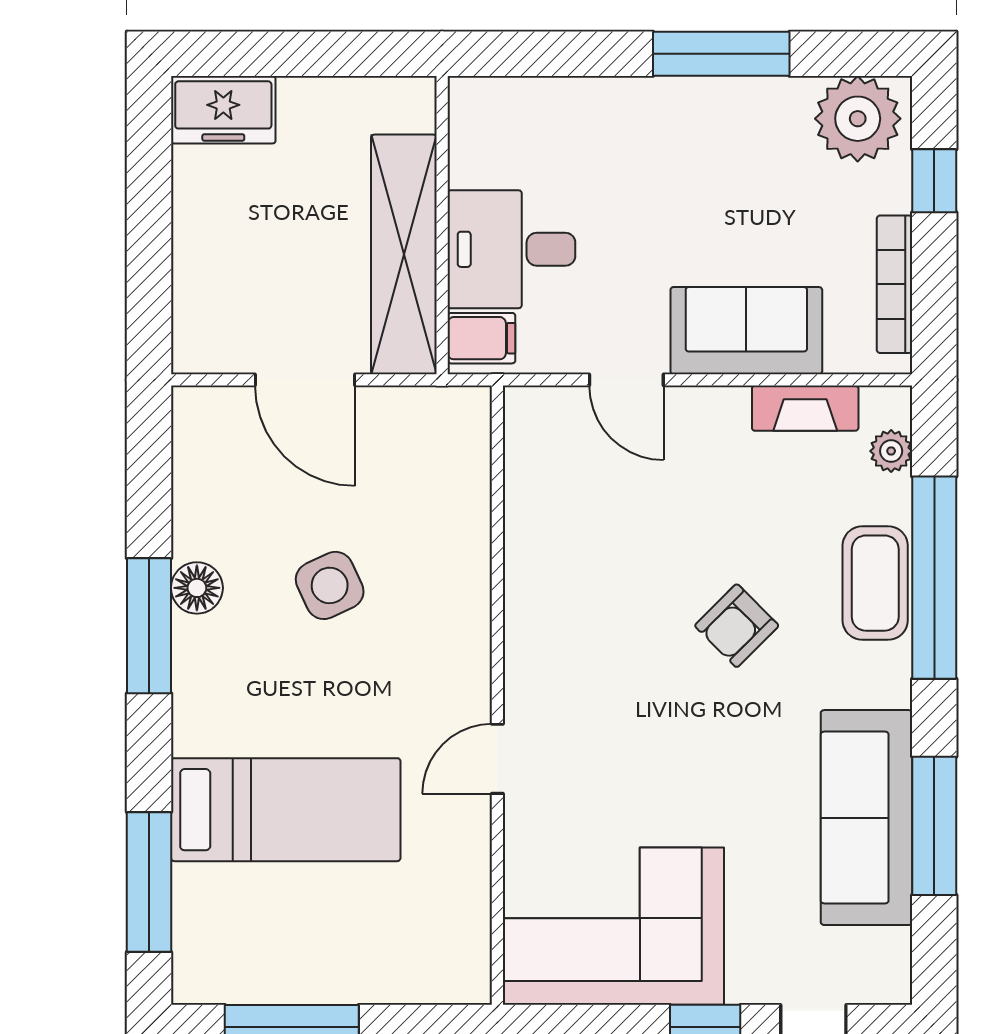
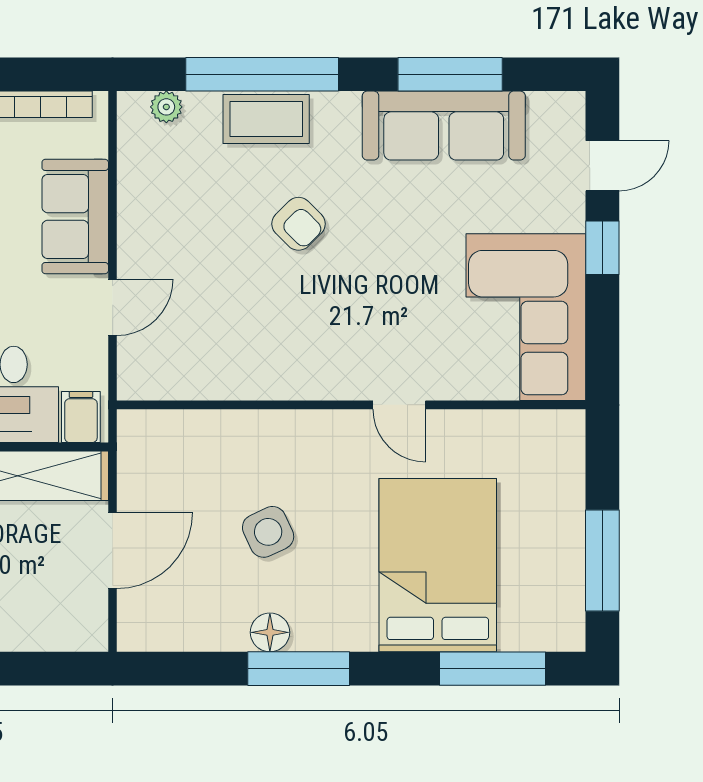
fireplace: (805, 408) -> (134, 172), removed
bed: (286, 810) -> (438, 565), width x1.50

